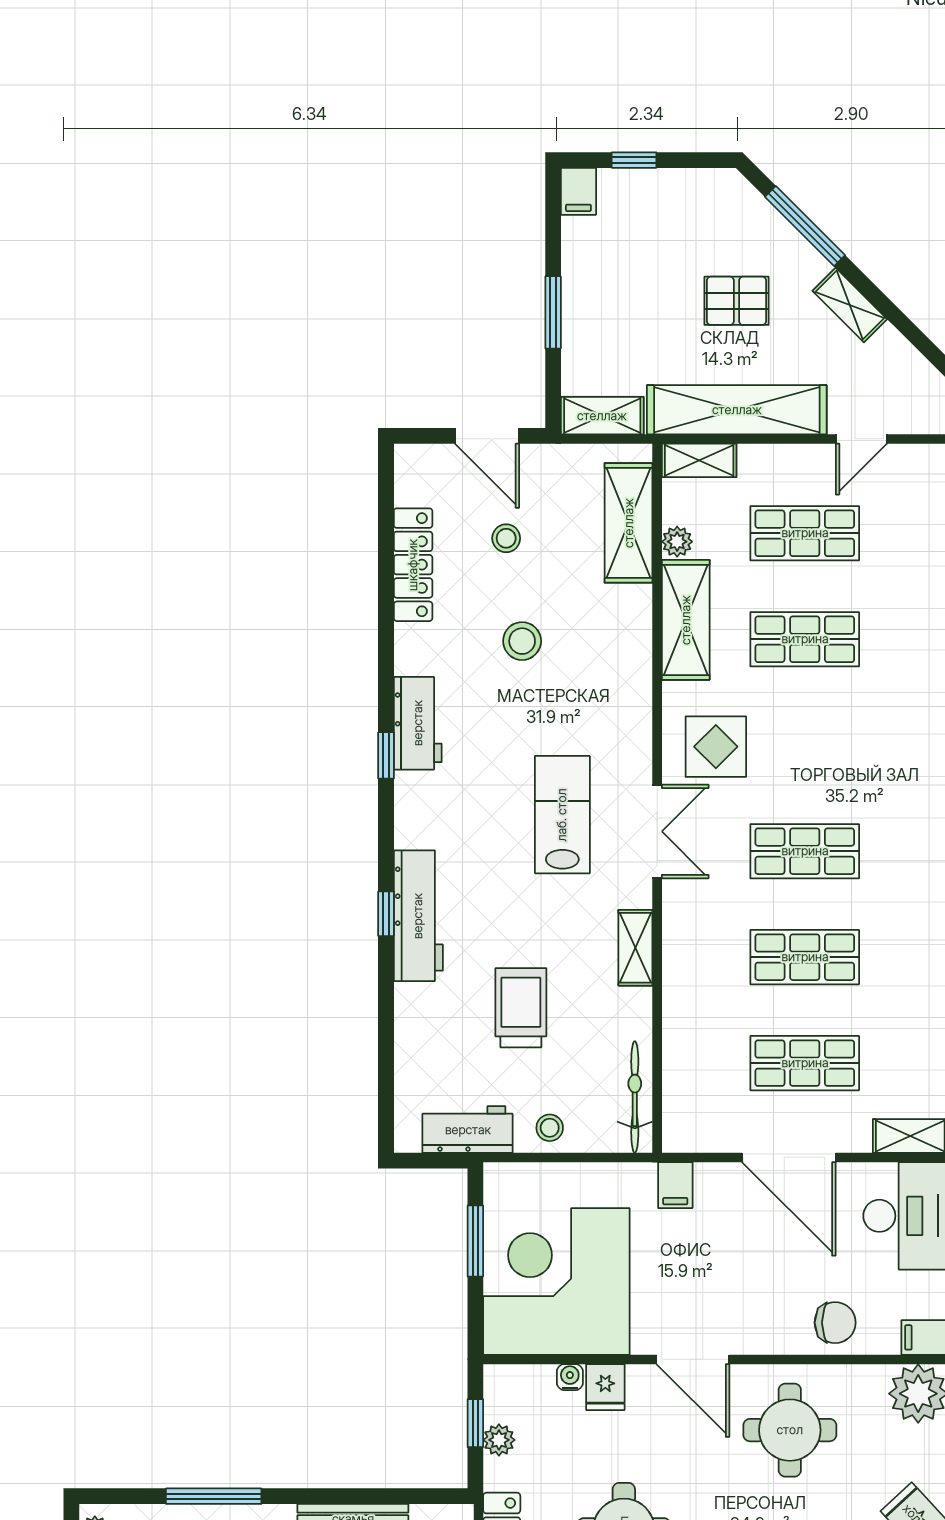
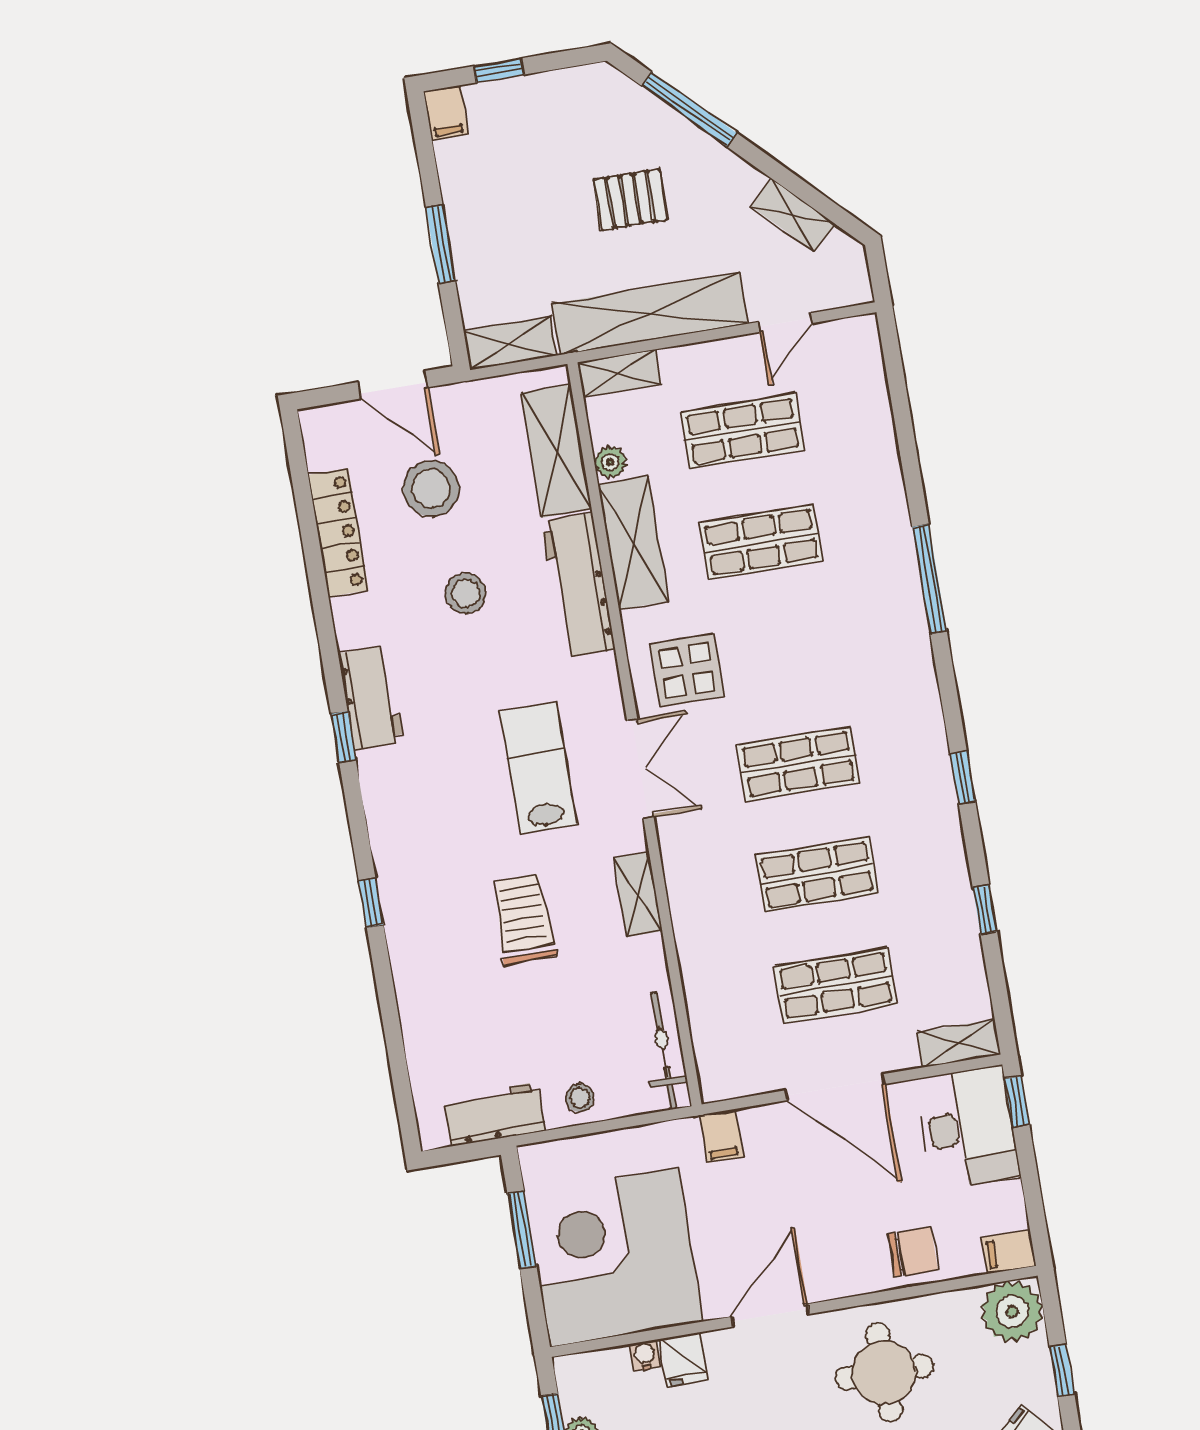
shelving: (850, 305) -> (793, 215), moved
stool: (506, 538) -> (431, 489), width x1.89, depth x1.89
workbench: (418, 916) -> (578, 585), moved, turned 180
trolley: (521, 1008) -> (524, 919), moved
door: (693, 1359) -> (770, 1315), swing flipped

